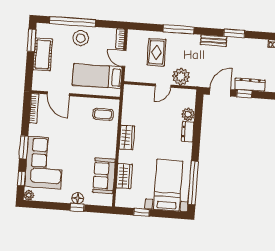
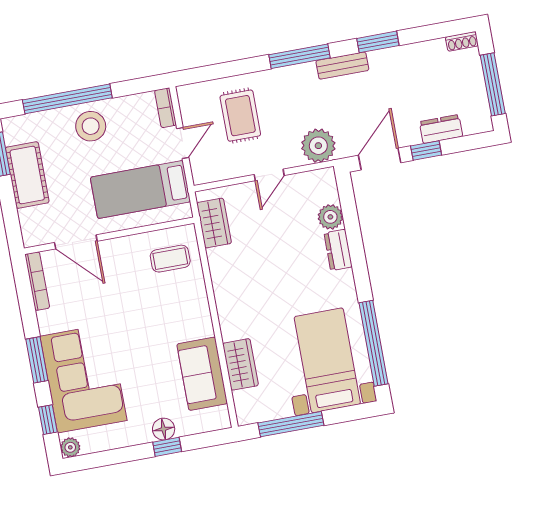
window: (179, 29) -> (300, 56), moved
door: (124, 58) -> (183, 143), swing flipped
plant: (181, 77) -> (318, 146), moved
dresser: (250, 85) -> (441, 129), width x0.70
wardrobe: (127, 137) -> (214, 223), moved
window: (142, 212) -> (291, 424), width x2.17

